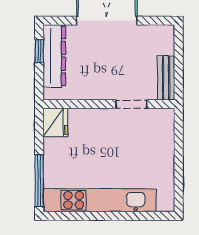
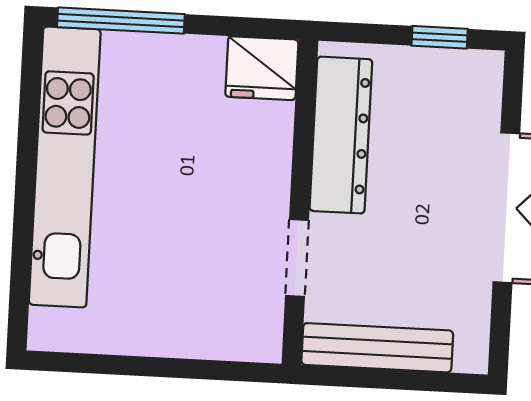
dresser: (54, 56) -> (341, 135), moved, turned -90
bench: (166, 78) -> (377, 348), width x1.36

